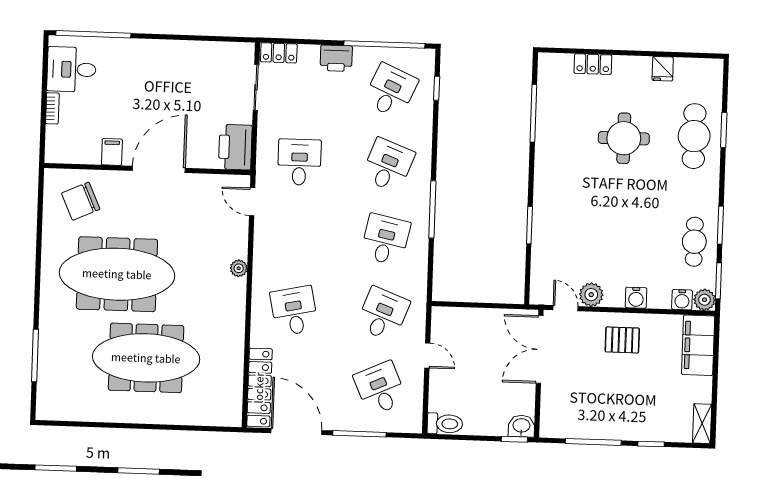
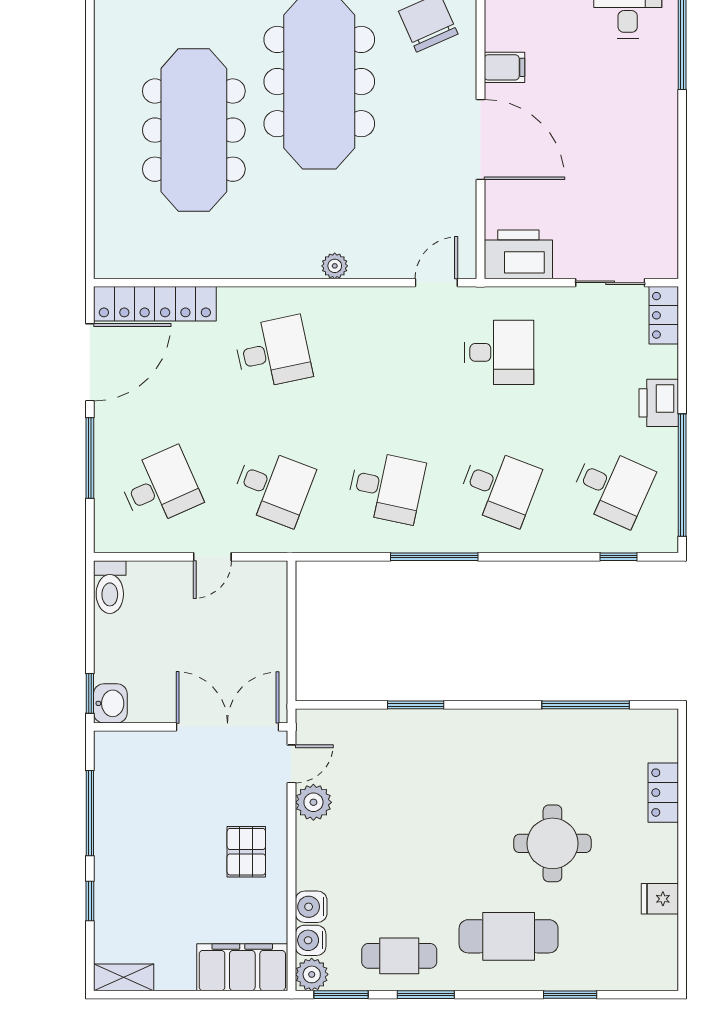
cafe table: (694, 136) -> (509, 936), moved
water cooler: (636, 298) -> (311, 907), moved

